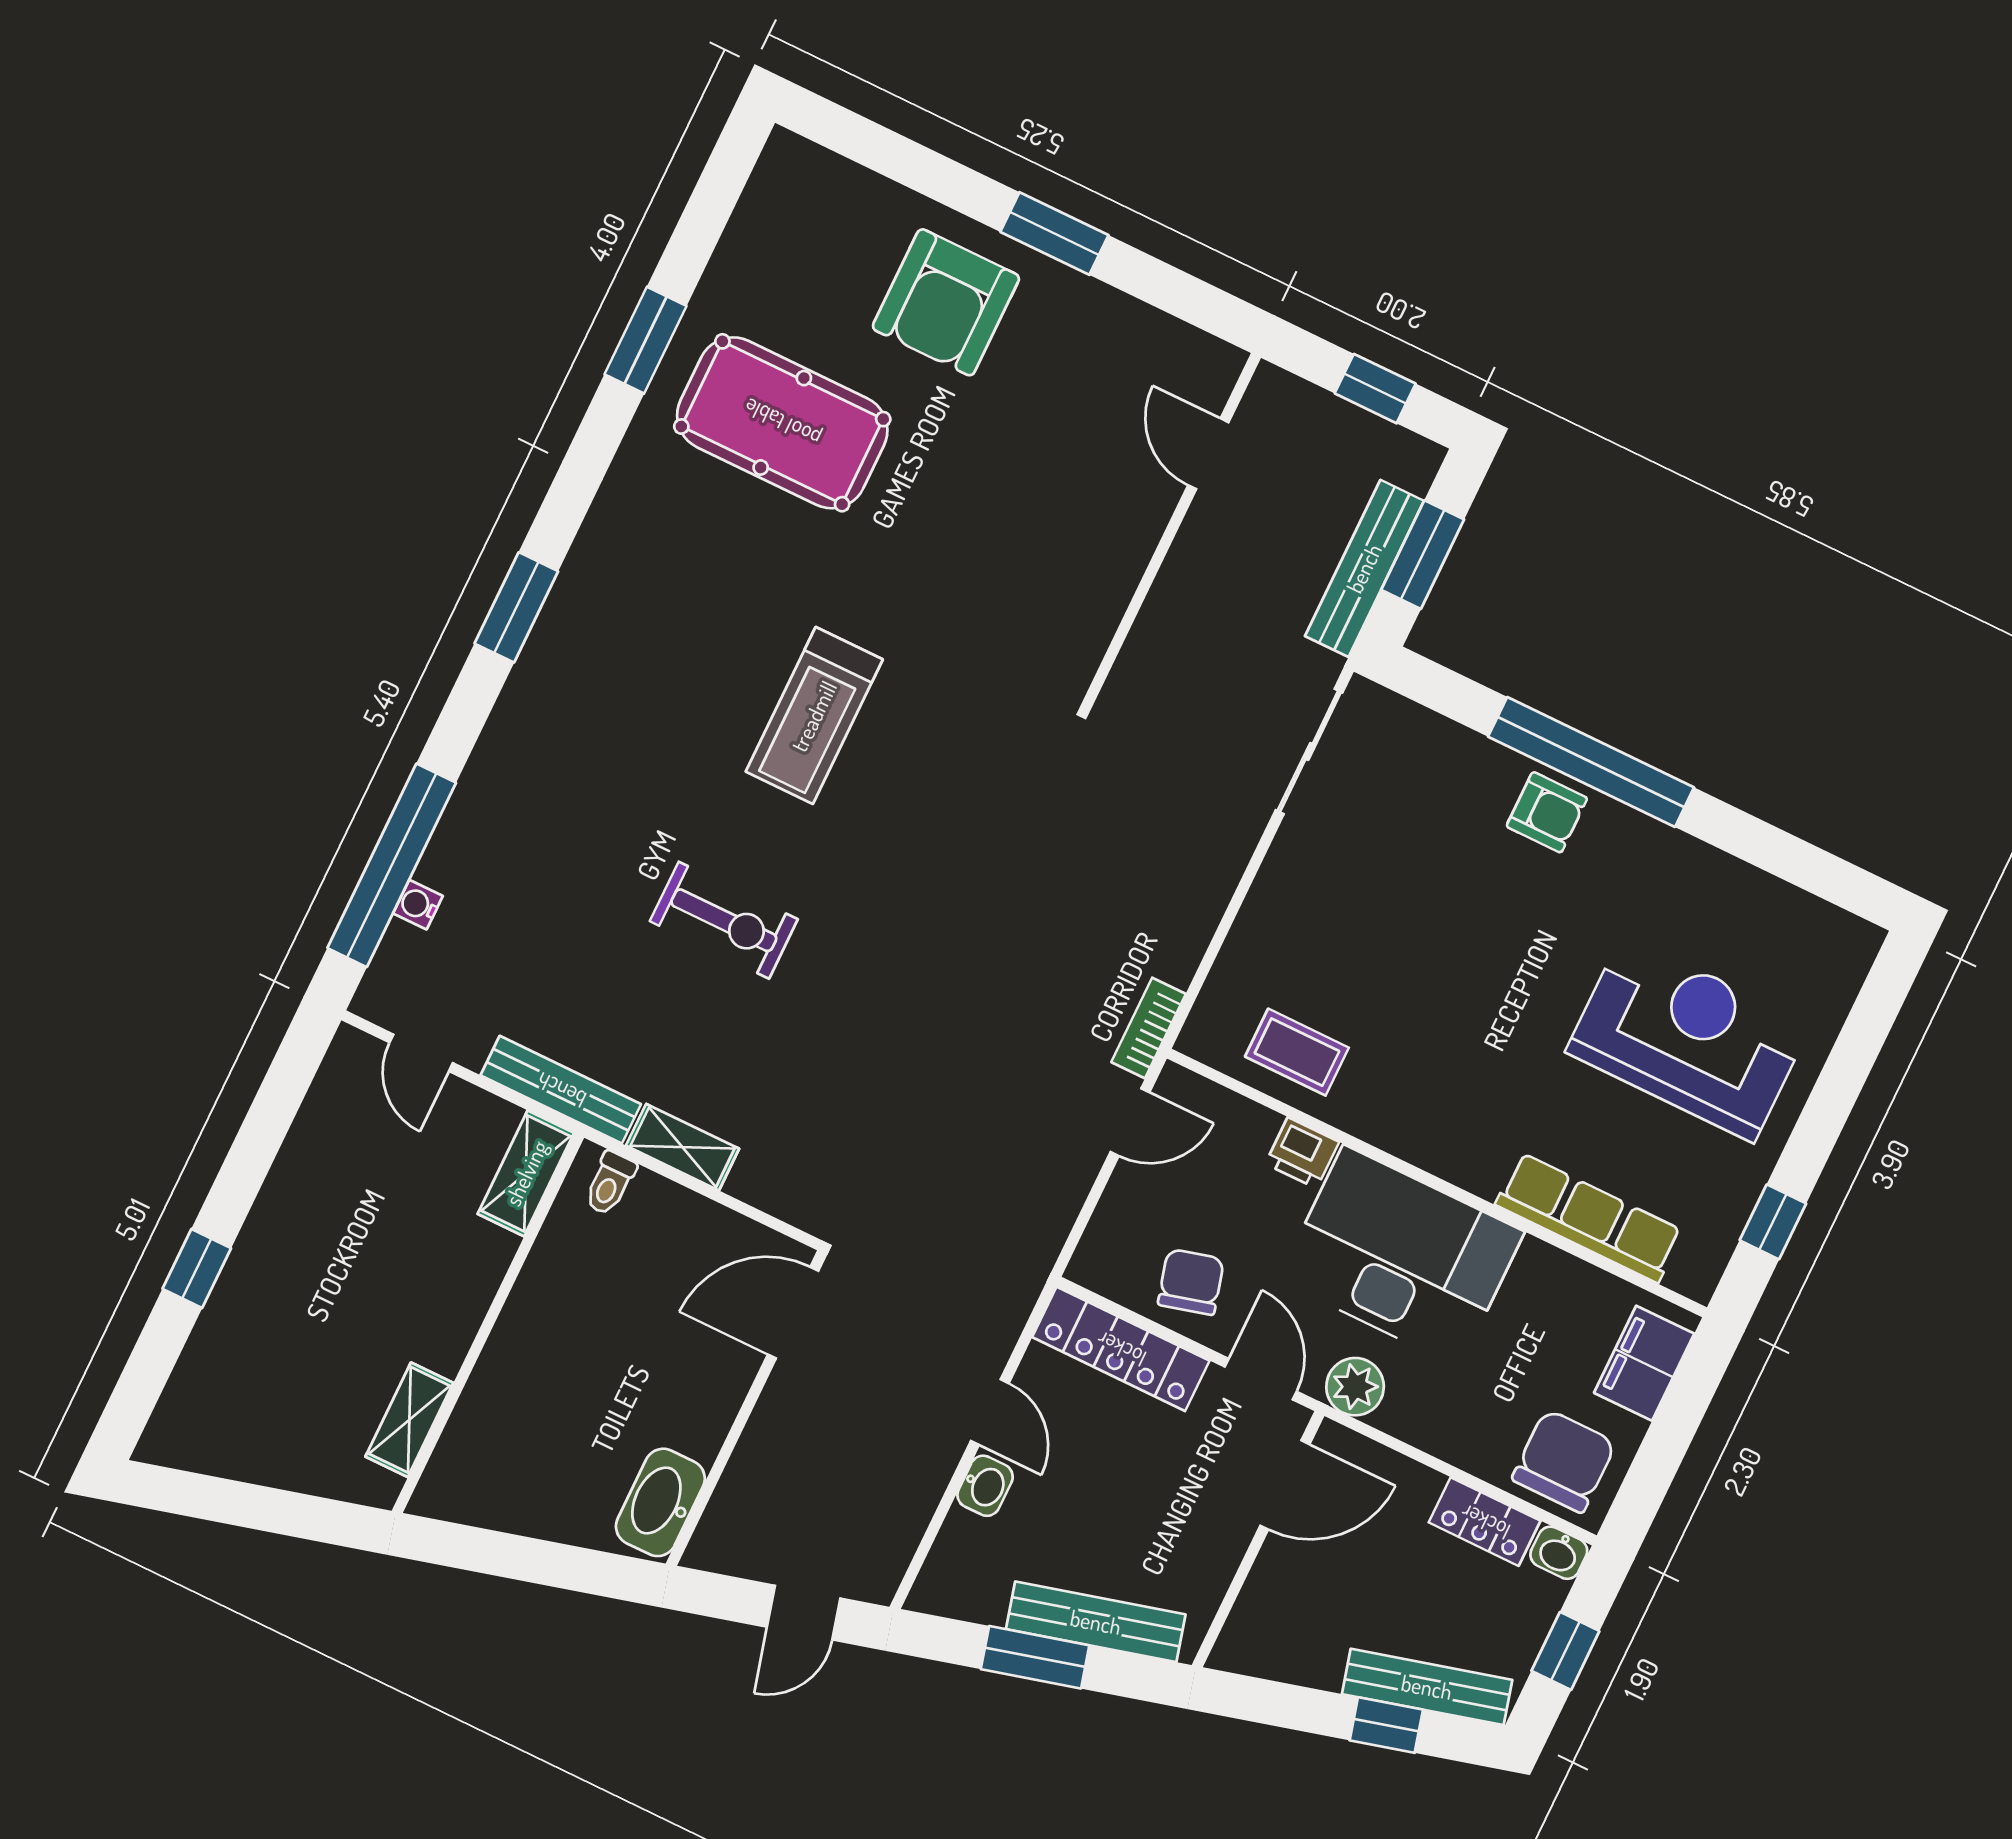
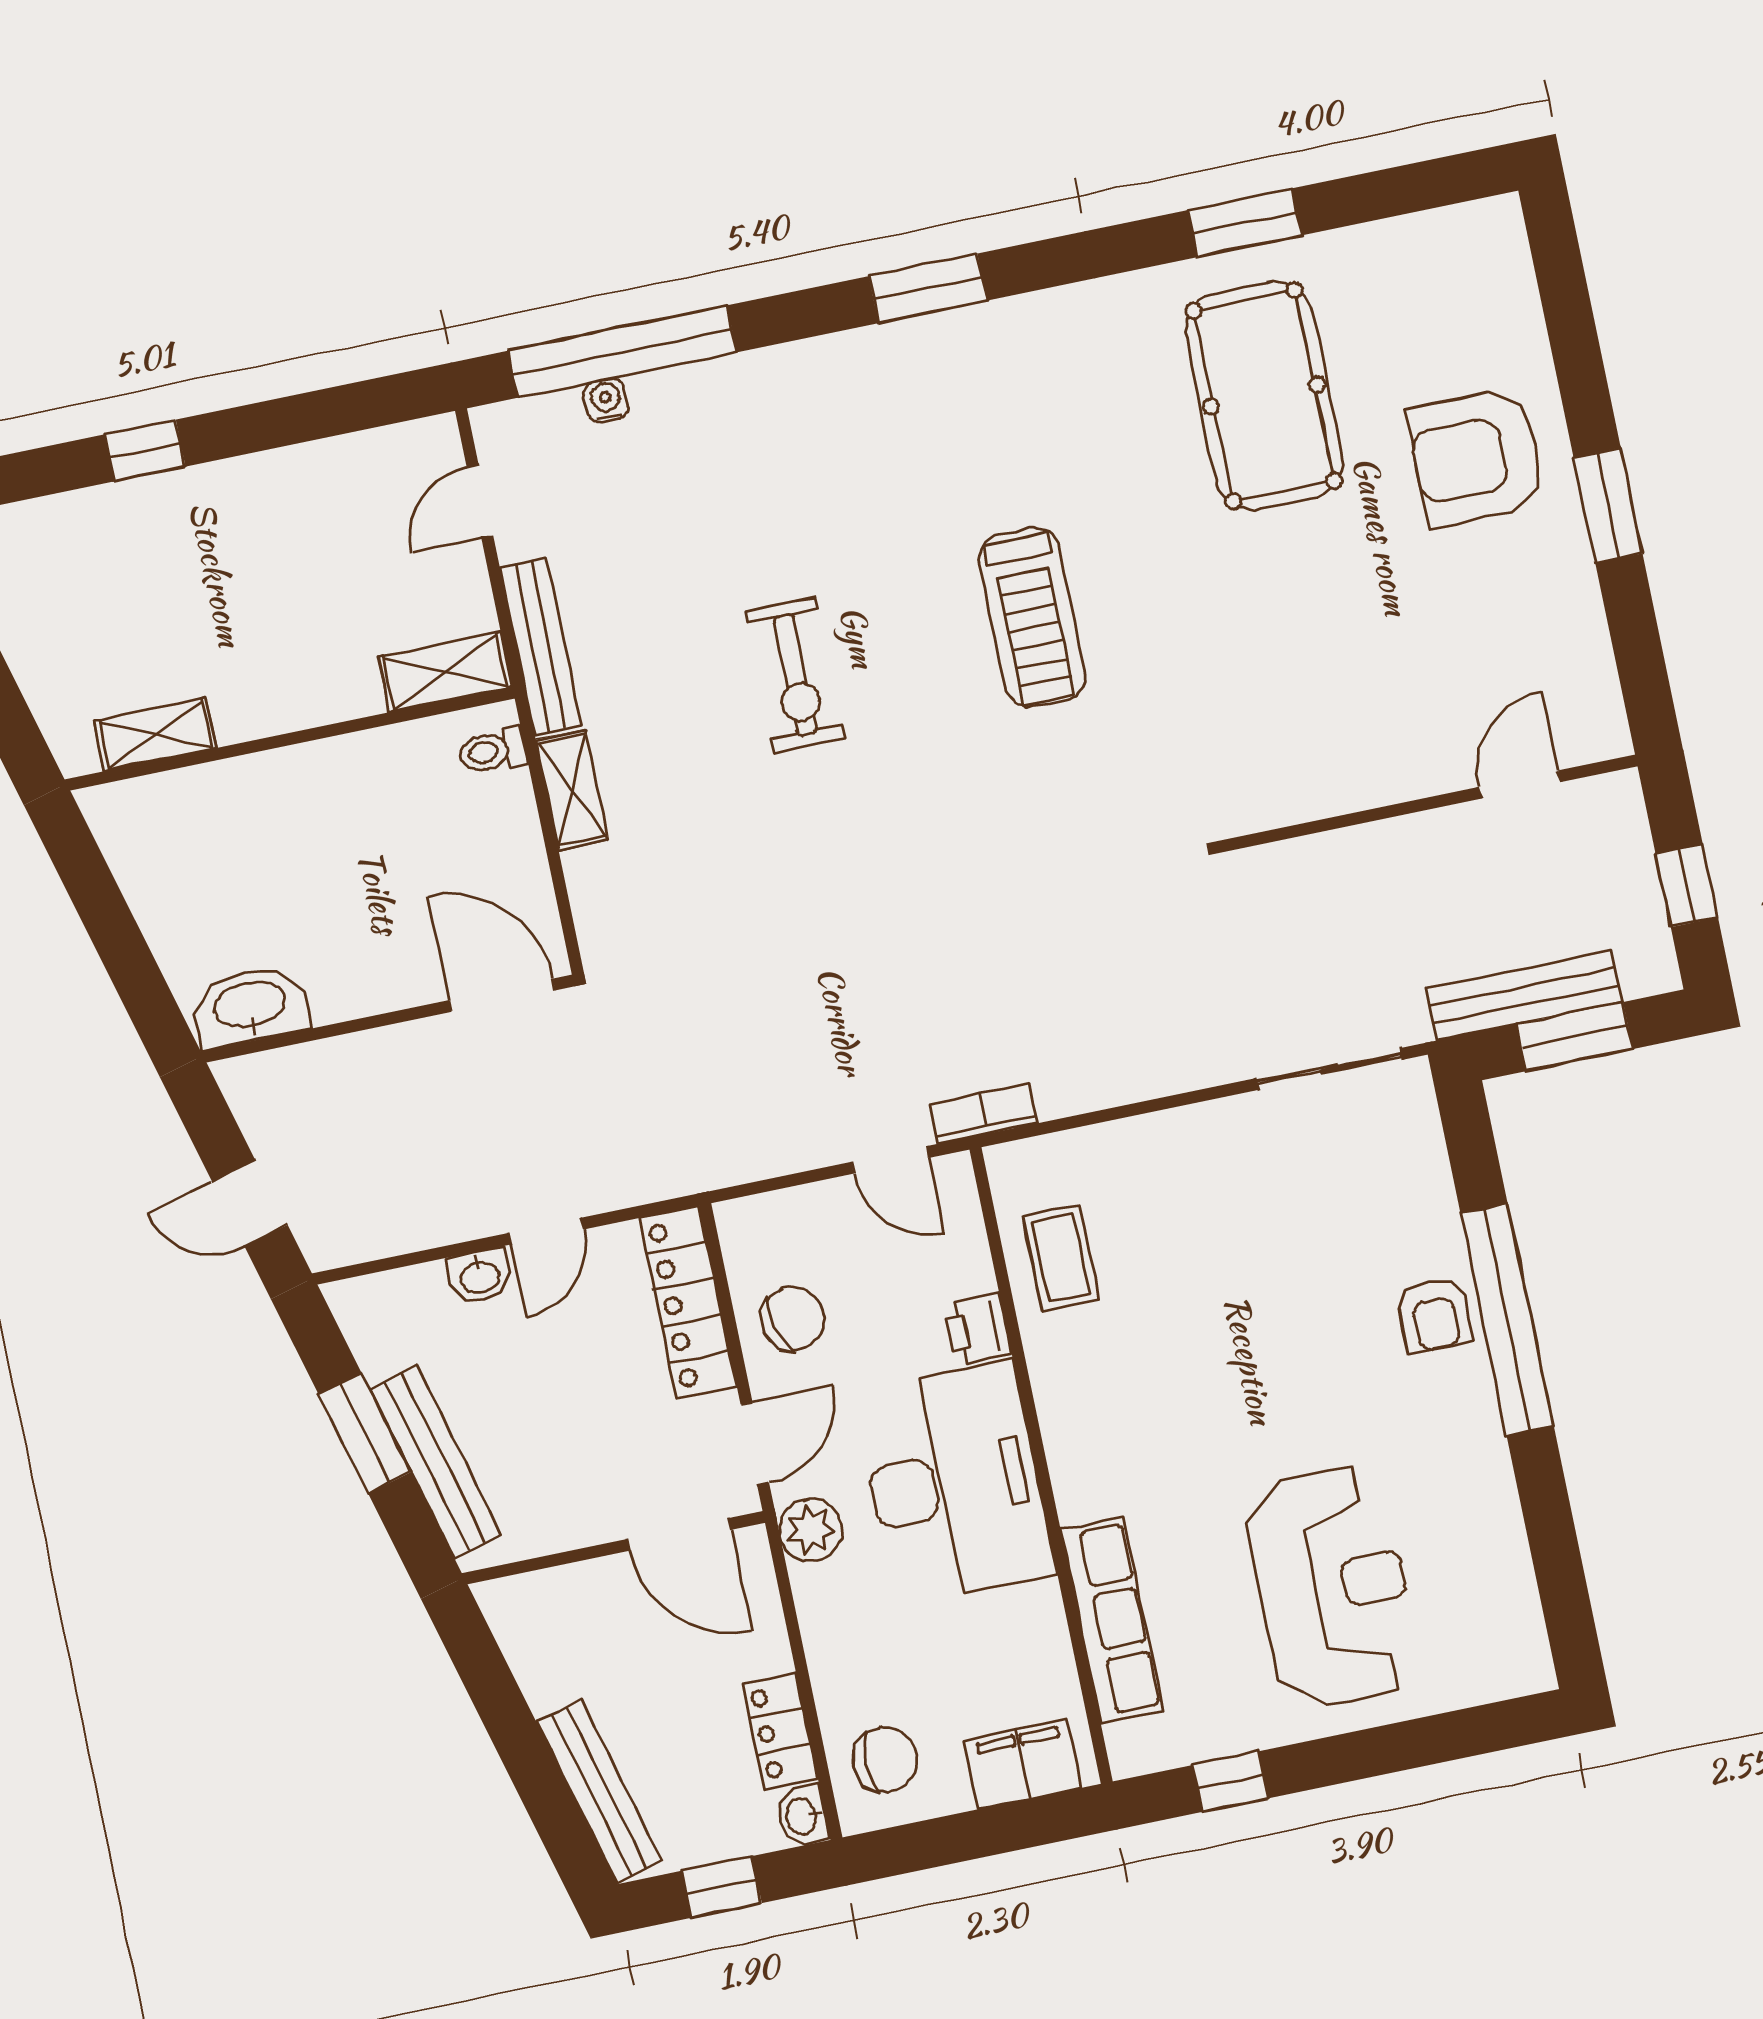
treadmill: (814, 716) -> (1032, 617), turned -90
chair: (1564, 1461) -> (885, 1760), width x0.73, depth x0.73
window: (1386, 1725) -> (539, 1781), removed

